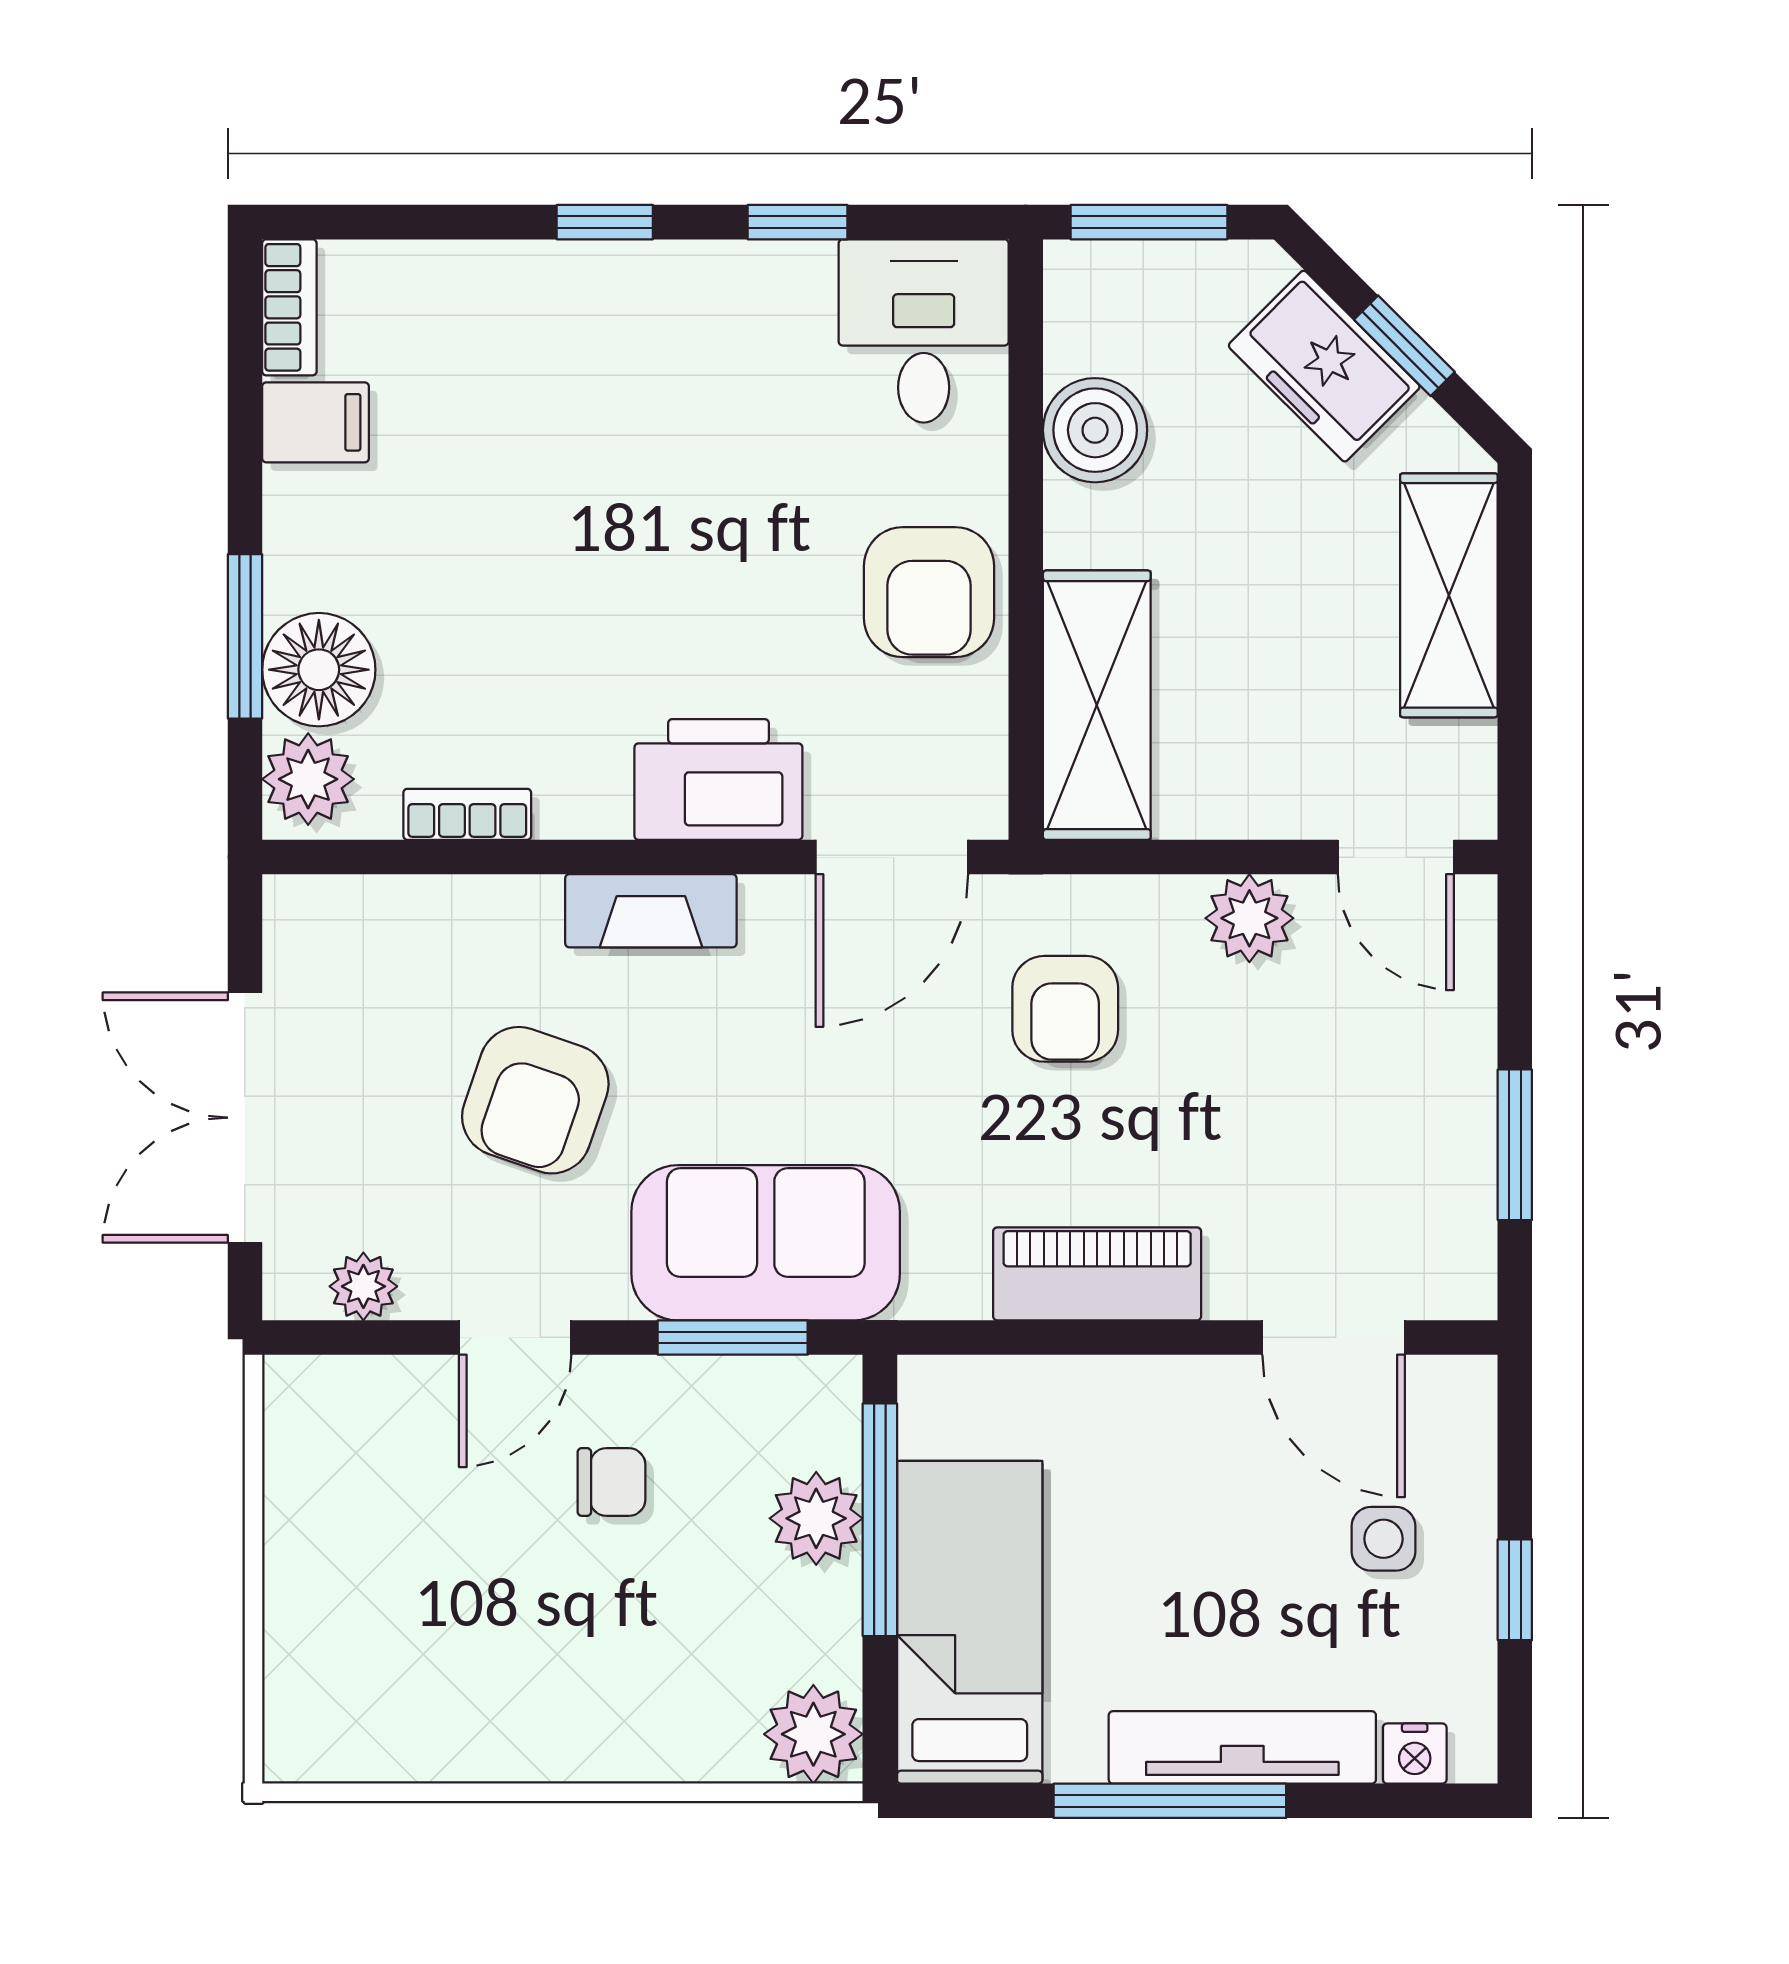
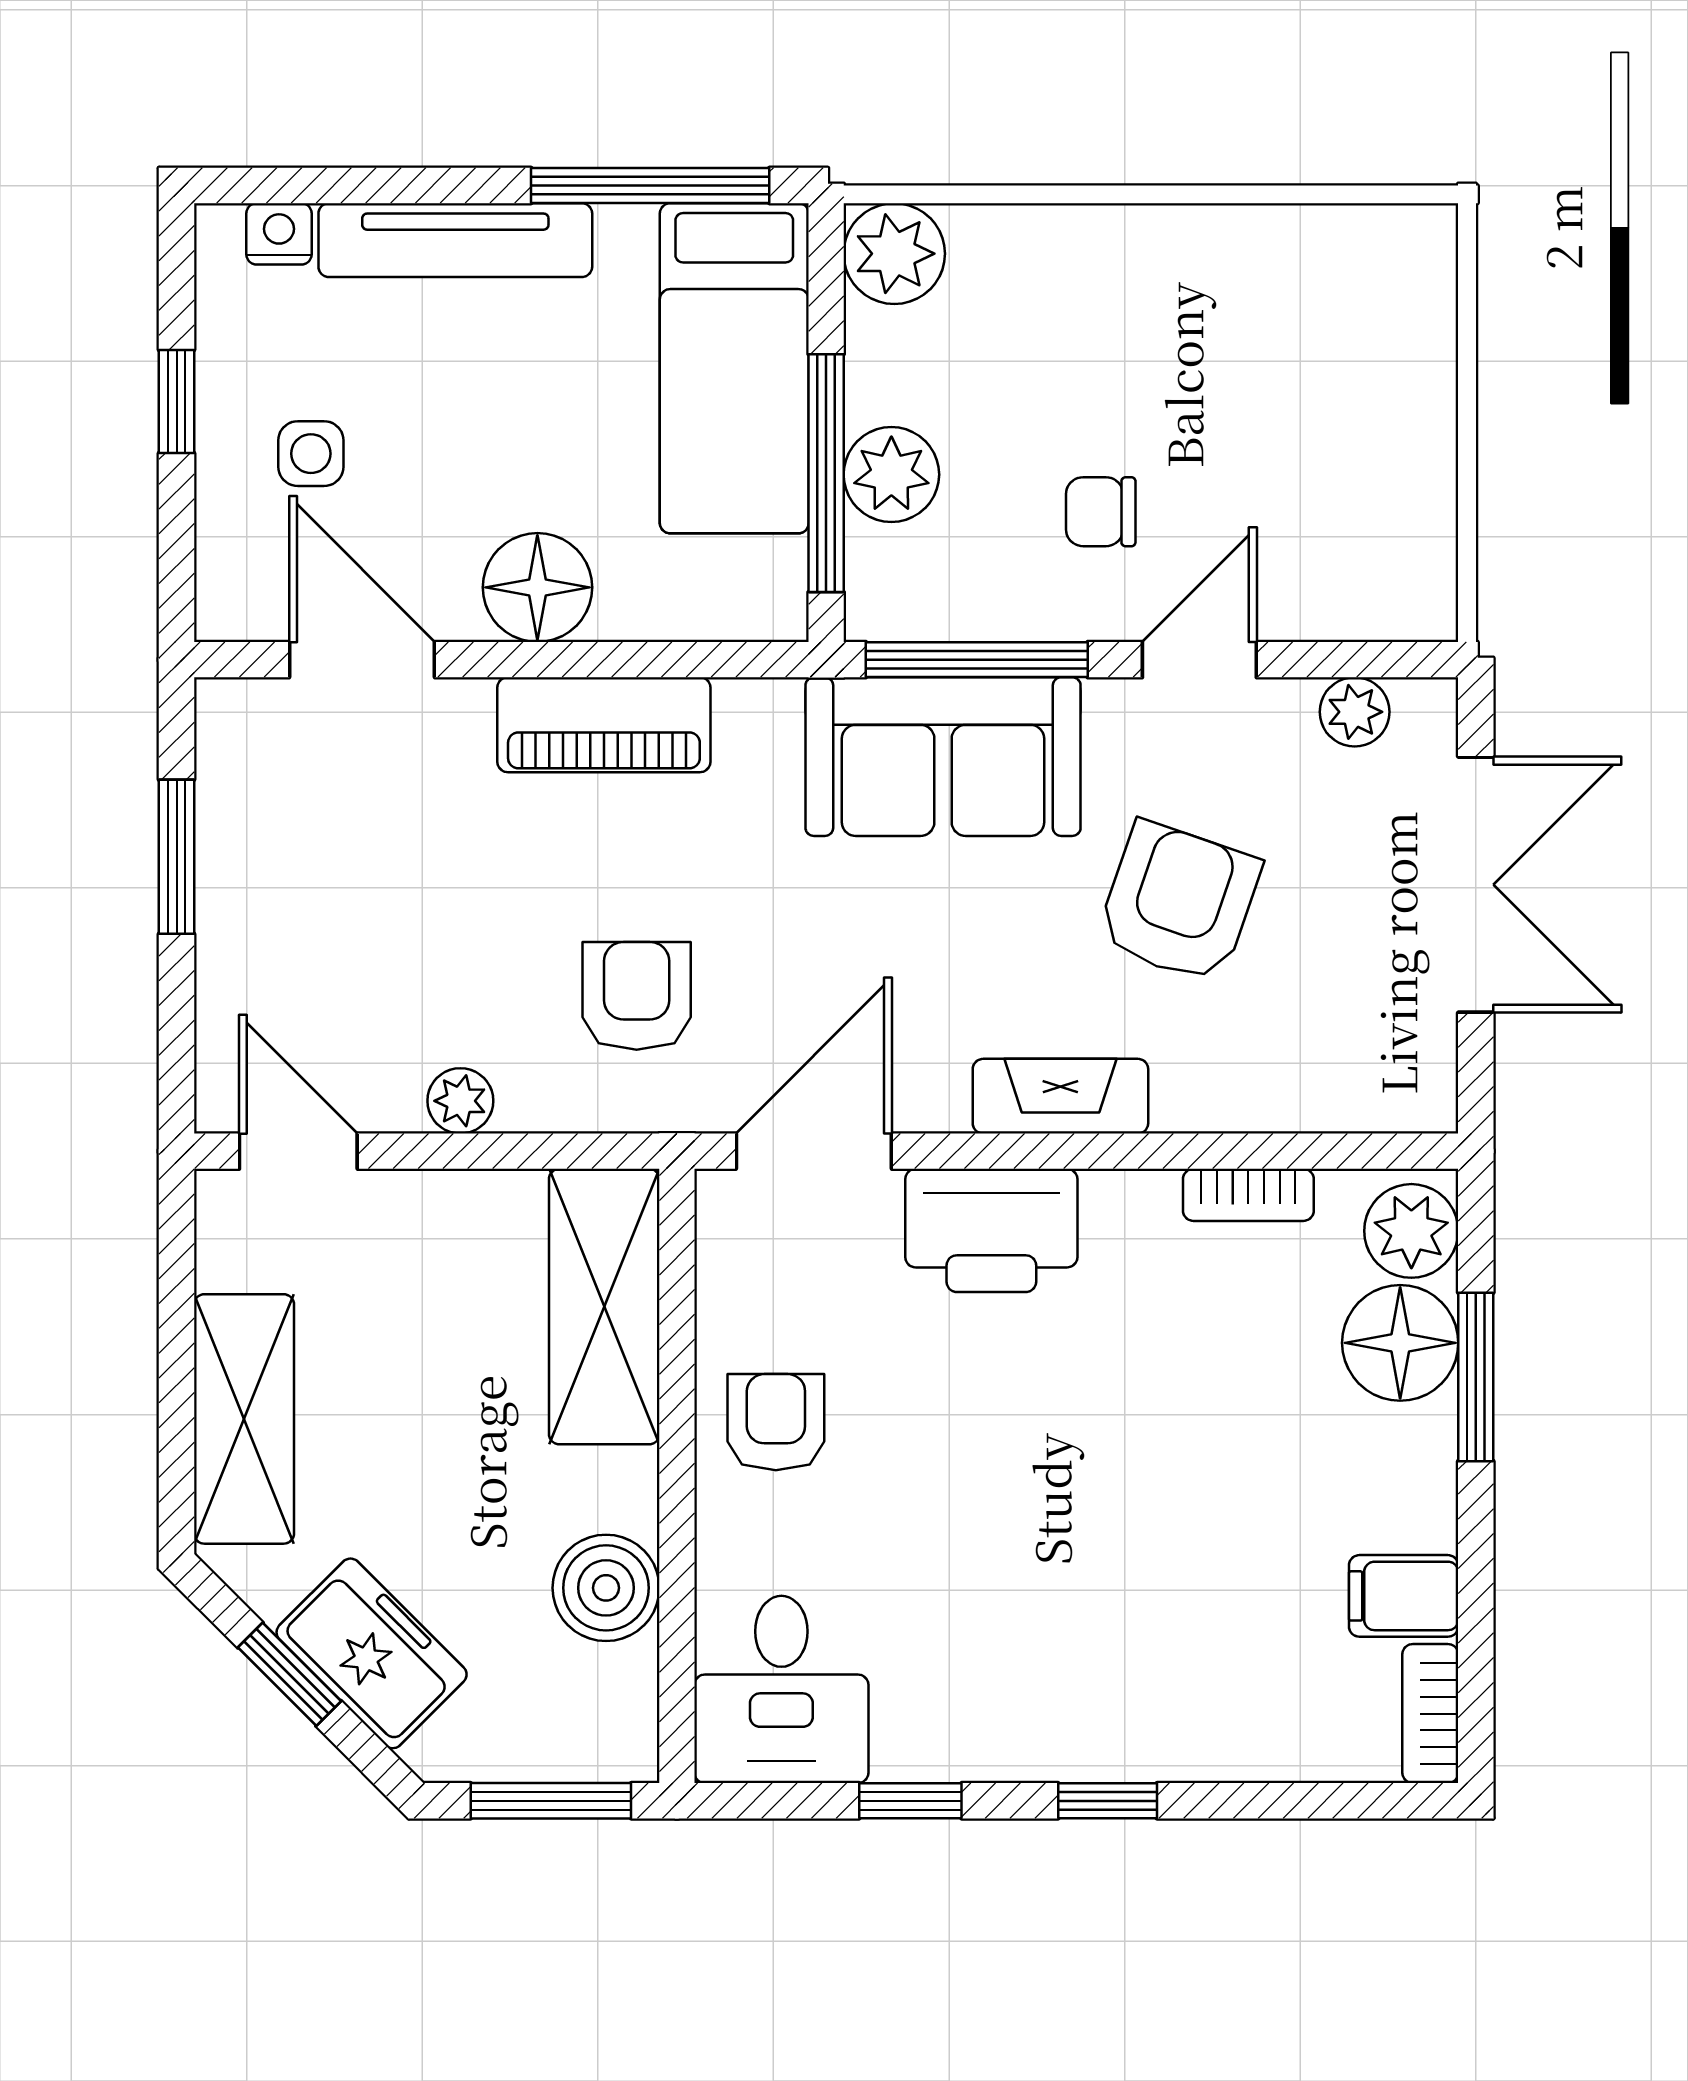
armchair: (929, 592) -> (776, 1422), width x0.72, depth x0.72
plant: (1249, 918) -> (460, 1101), width x0.73, depth x0.73
window: (733, 1337) -> (977, 660), width x1.44
floor lamp: (1162, 1408) -> (537, 587), added
window: (1170, 1801) -> (650, 186), moved

